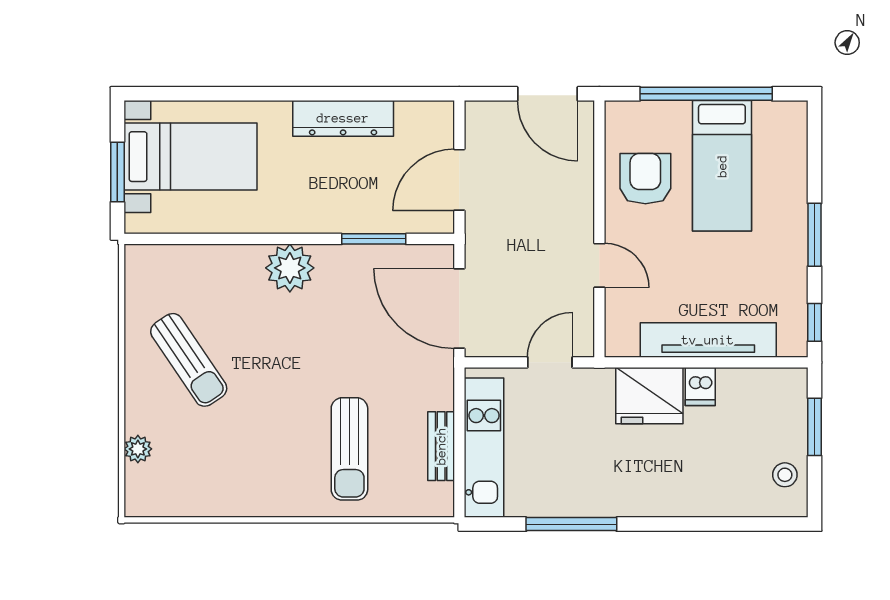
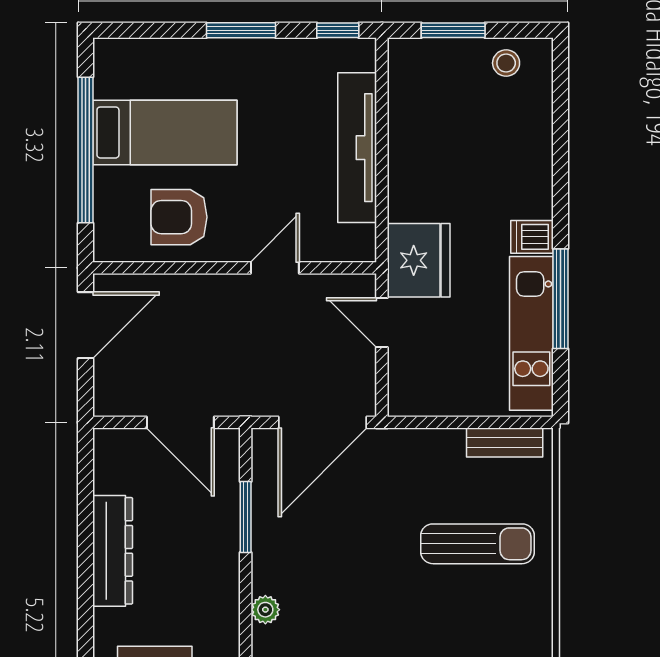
plant: (290, 268) -> (265, 610), width x0.53, depth x0.53
dishwasher: (700, 386) -> (532, 237), moved, turned 180
fridge: (649, 396) -> (419, 260), moved
bench: (441, 446) -> (505, 443), moved
kitchen unit: (484, 448) -> (531, 333), moved, turned -90

